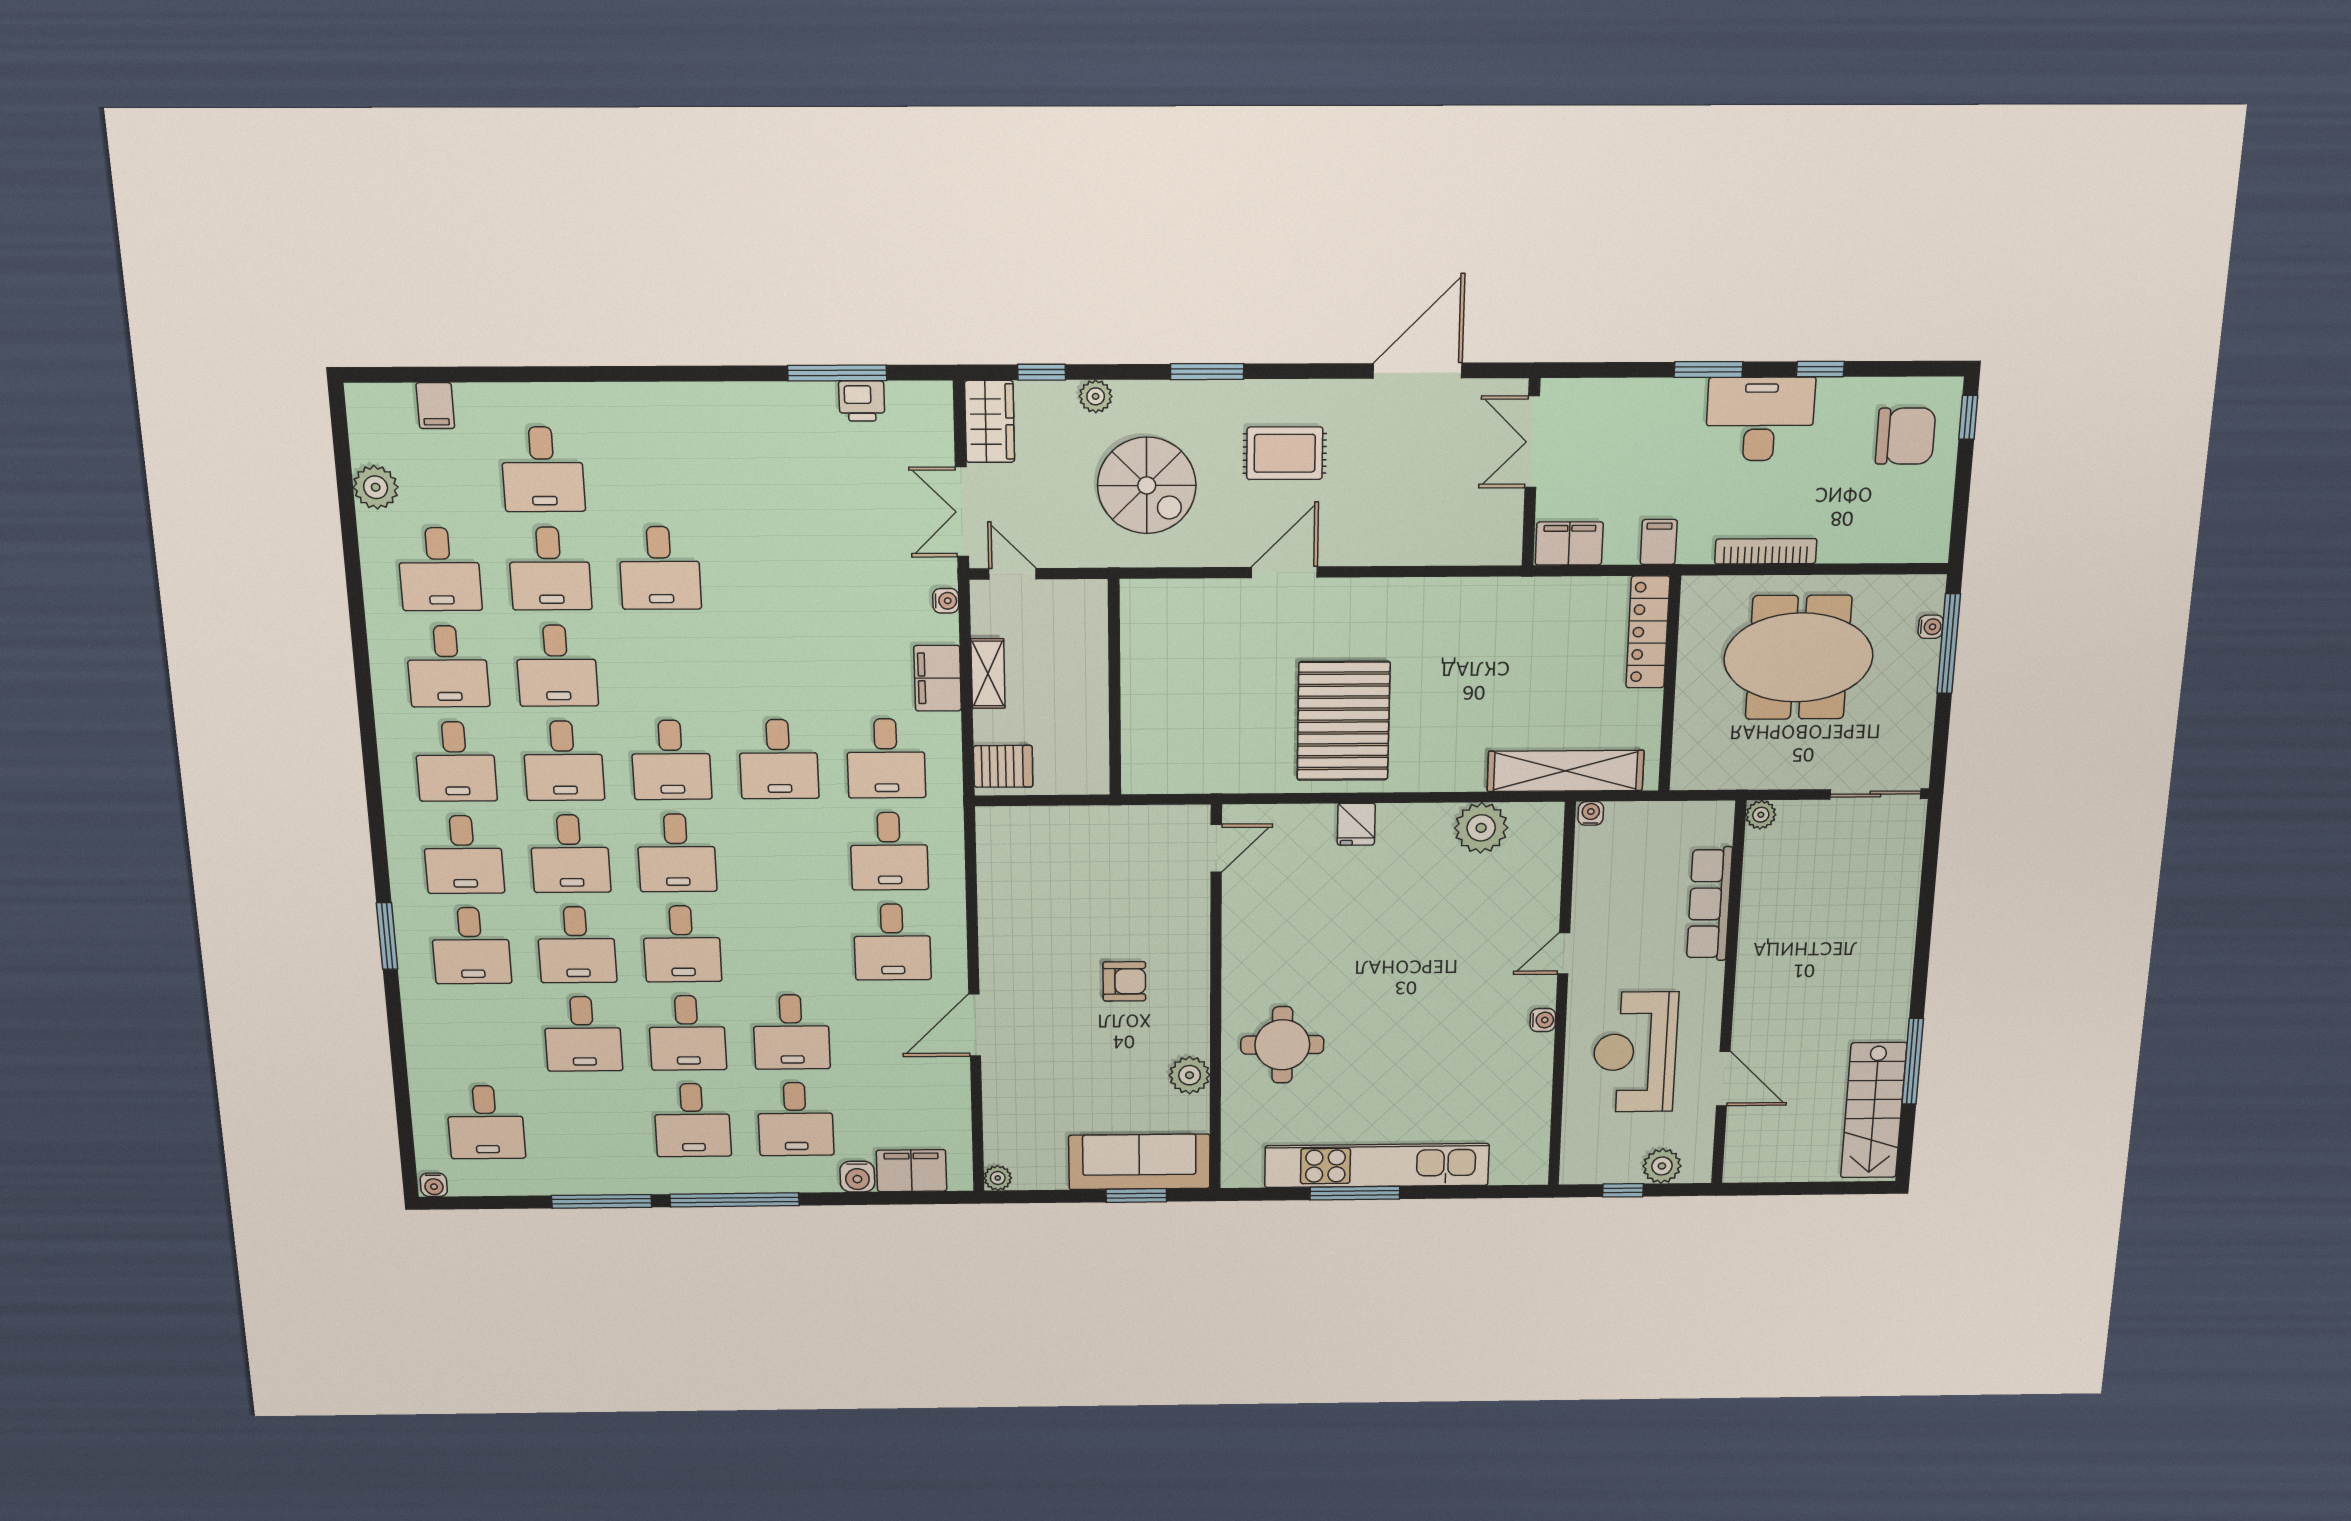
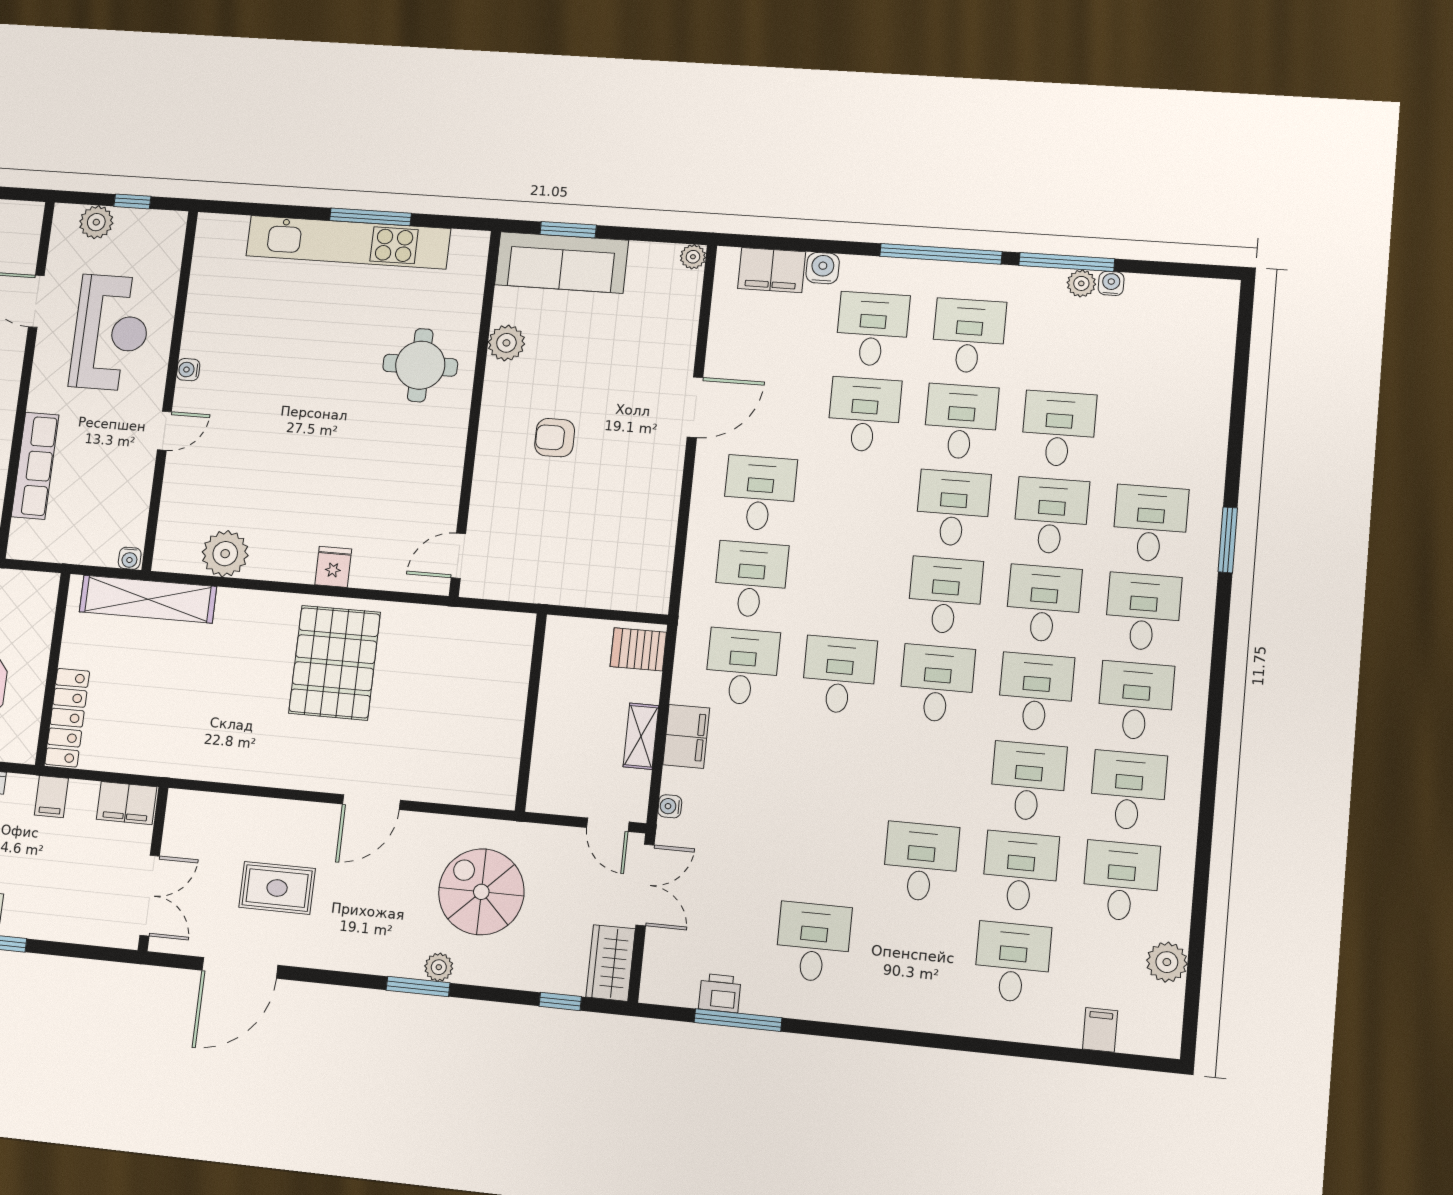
plant: (1096, 396) -> (439, 967), moved
rug: (1285, 453) -> (277, 888), moved
desk: (486, 1122) -> (813, 942), moved
plant: (583, 1181) -> (1081, 283), added
water cooler: (434, 1185) -> (1111, 283), moved

